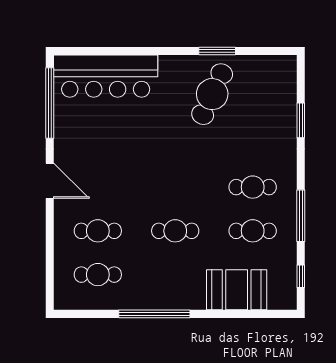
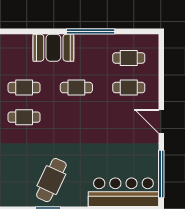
booth: (237, 290) -> (53, 48), moved

